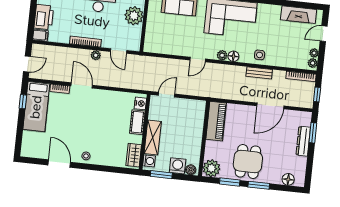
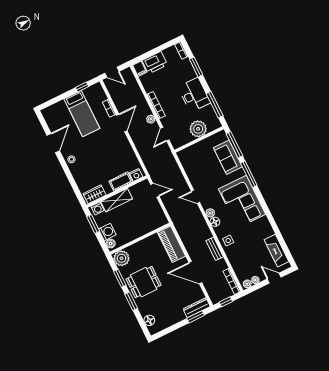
bed: (36, 107) -> (82, 114), moved, turned -90
piano: (216, 121) -> (172, 244), moved, turned 90
dresser: (303, 141) -> (197, 308), moved

